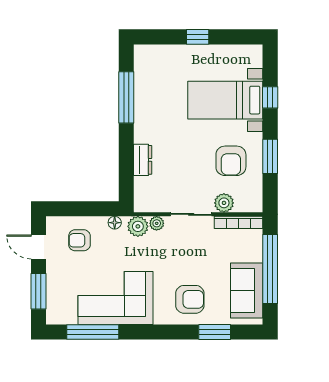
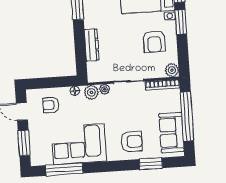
window: (270, 156) -> (181, 22), moved
dresser: (143, 160) -> (92, 45), width x1.44
plant: (224, 203) -> (172, 70), moved

